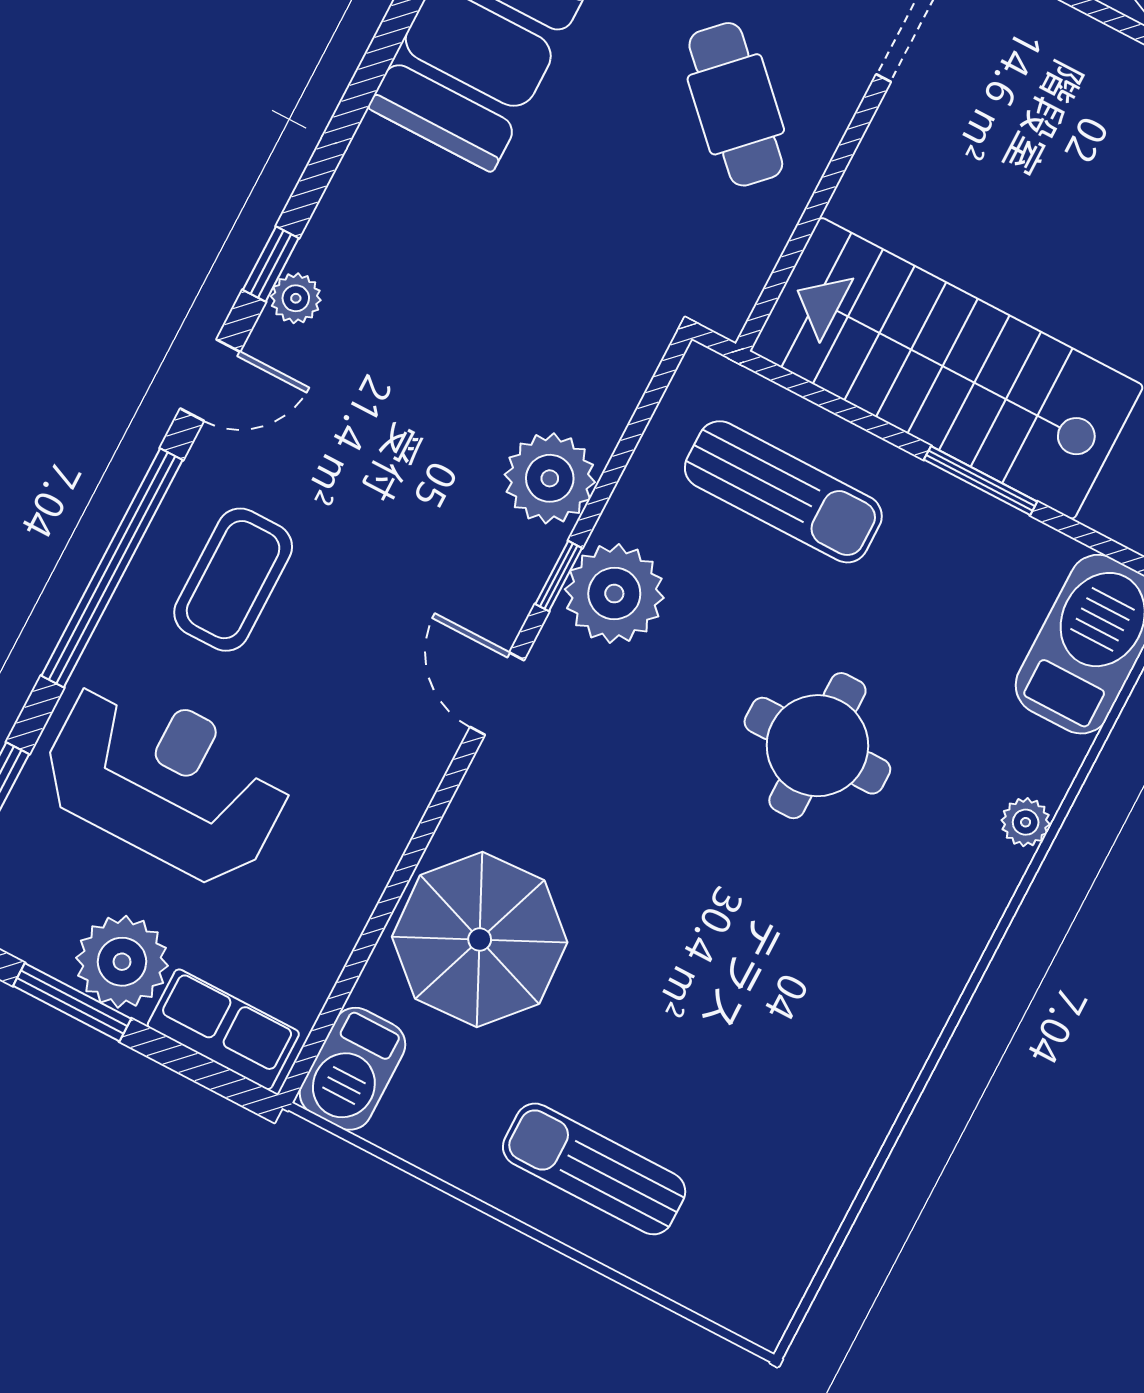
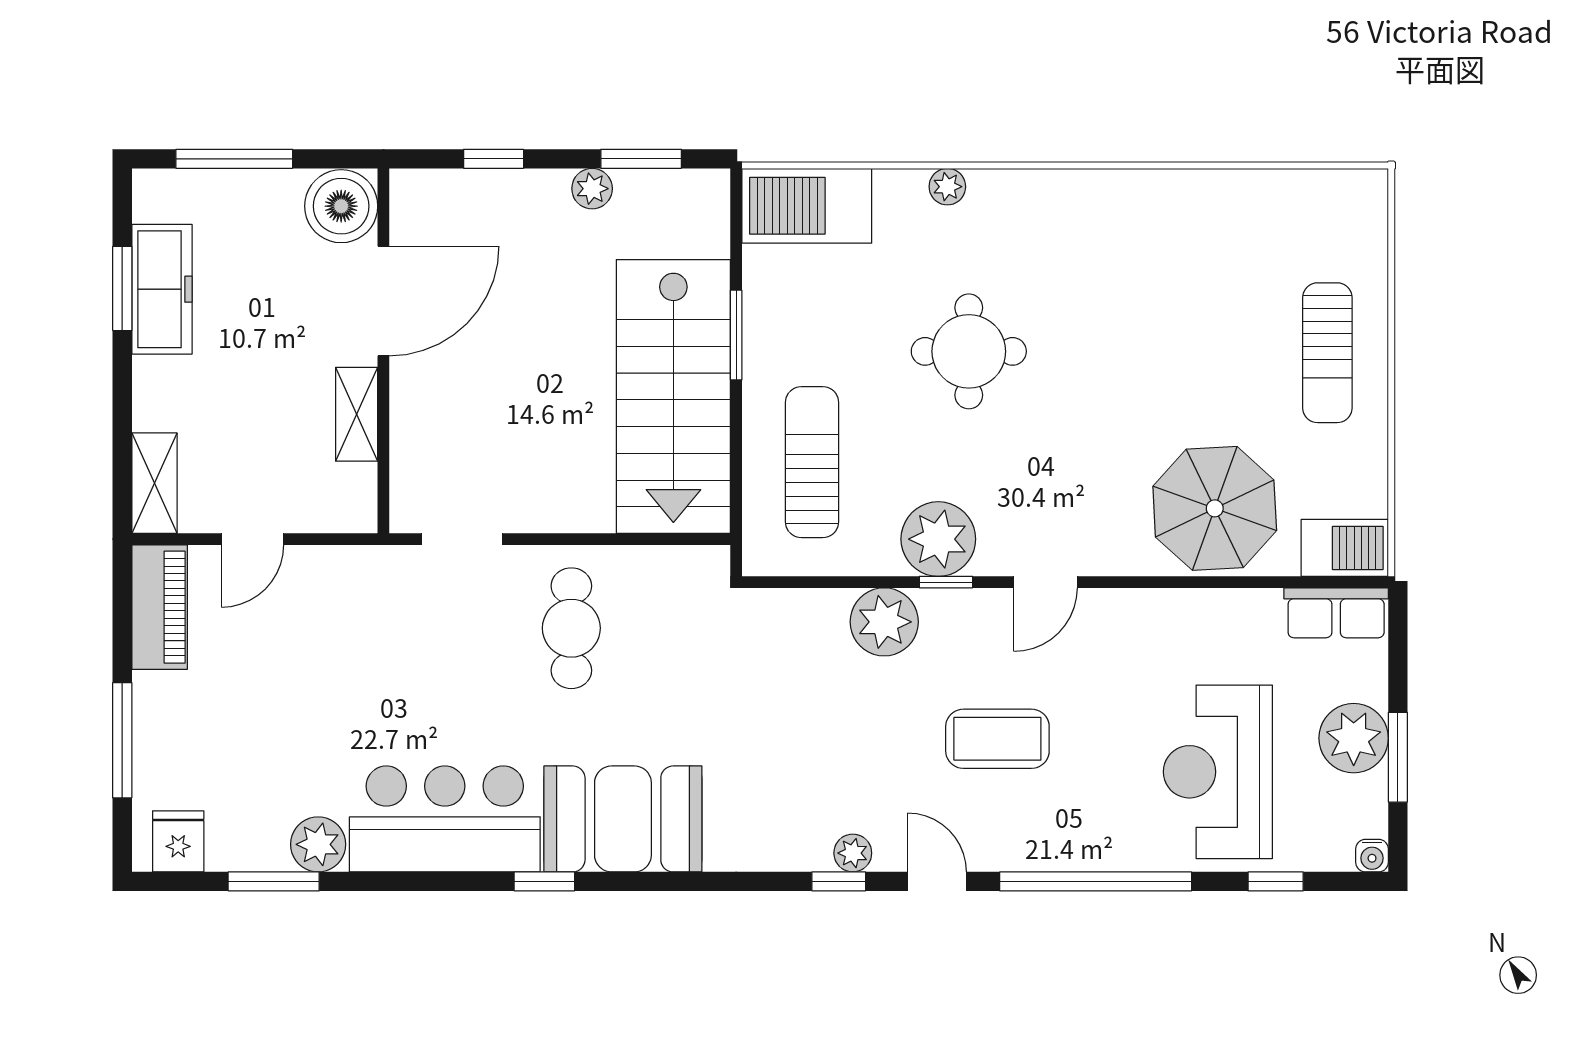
cafe table: (736, 104) -> (571, 628), turned -45
coffee table: (233, 580) -> (997, 739), moved
row of seats: (223, 1029) -> (1336, 613), moved, turned -90

